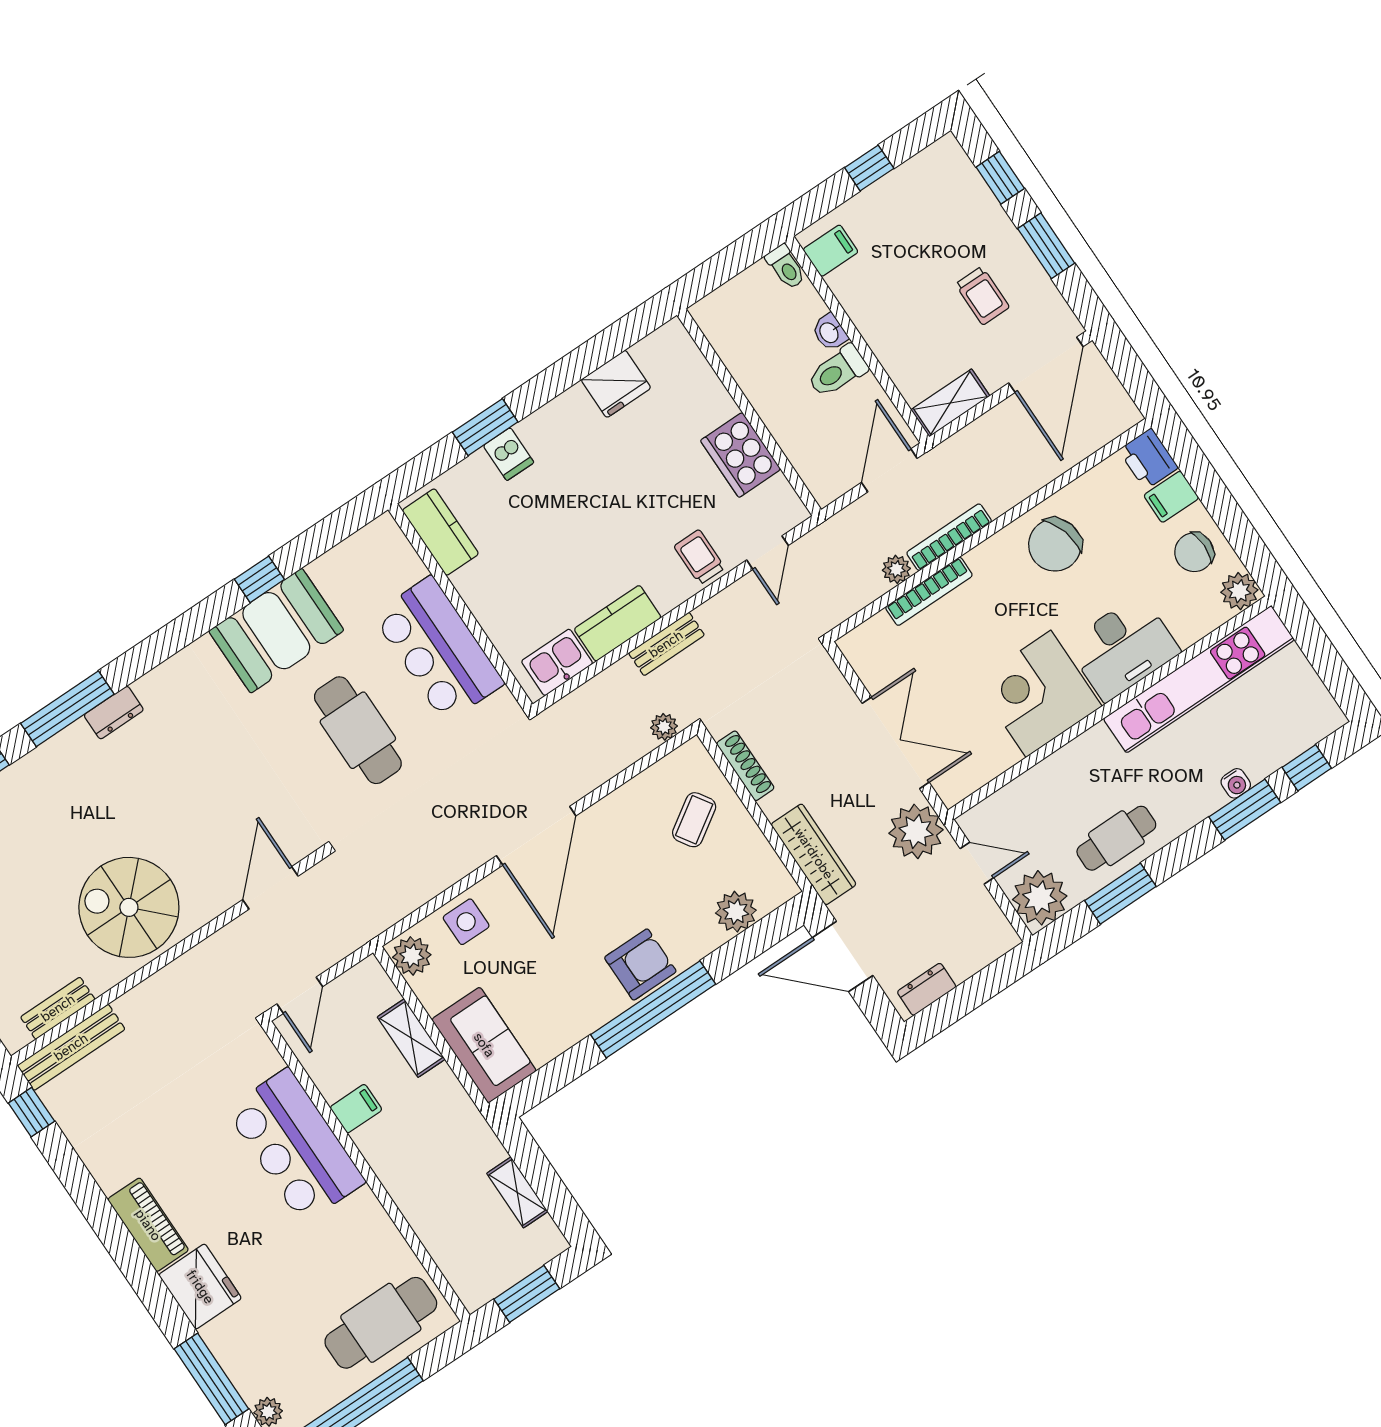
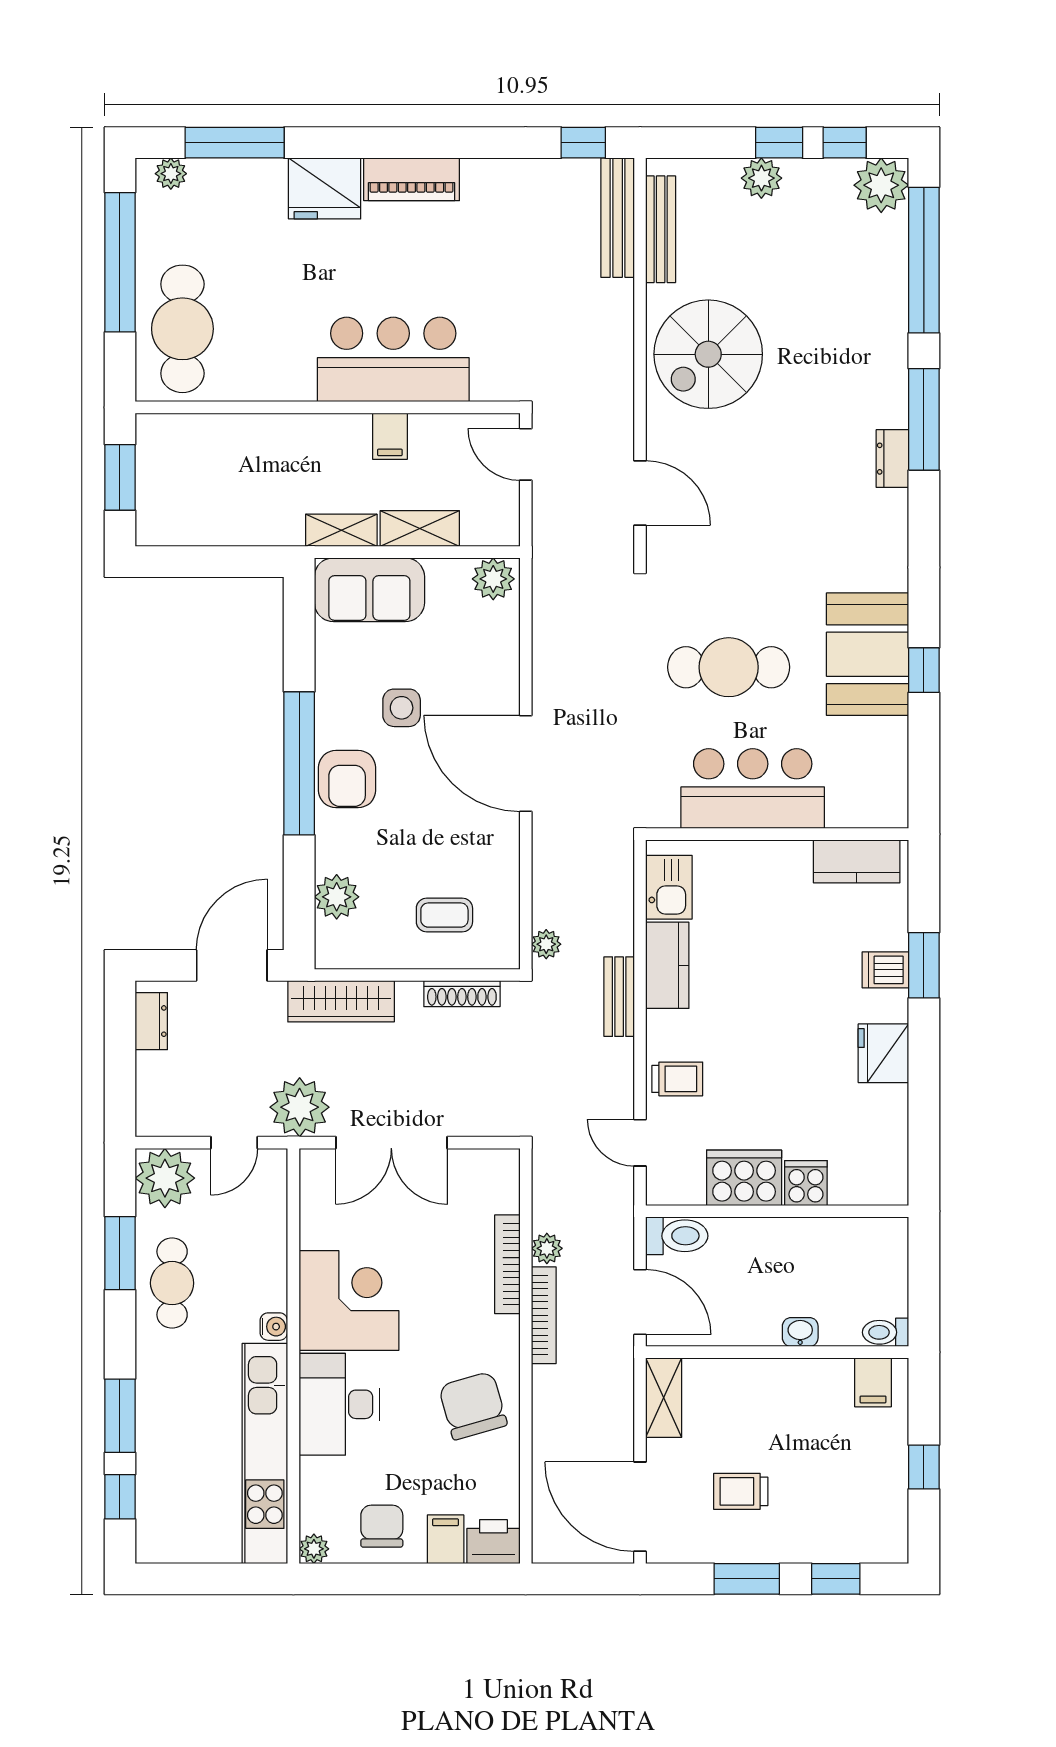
toilet: (837, 371) -> (677, 1236), moved, turned 90
fridge: (616, 384) -> (883, 1053), moved
cooker: (713, 405) -> (806, 1183), added
plant: (1239, 591) -> (314, 1549), width x0.73, depth x0.73
water cooler: (1236, 783) -> (274, 1327), moved, turned 180
coffee table: (694, 820) -> (444, 915), turned -57
spiral stairs: (129, 907) -> (708, 354), turned 180
side table: (466, 922) -> (402, 708), moved
bench: (58, 1008) -> (661, 229), width x1.36
shelving: (517, 1192) -> (341, 530), moved

